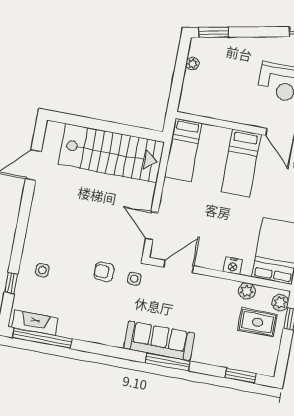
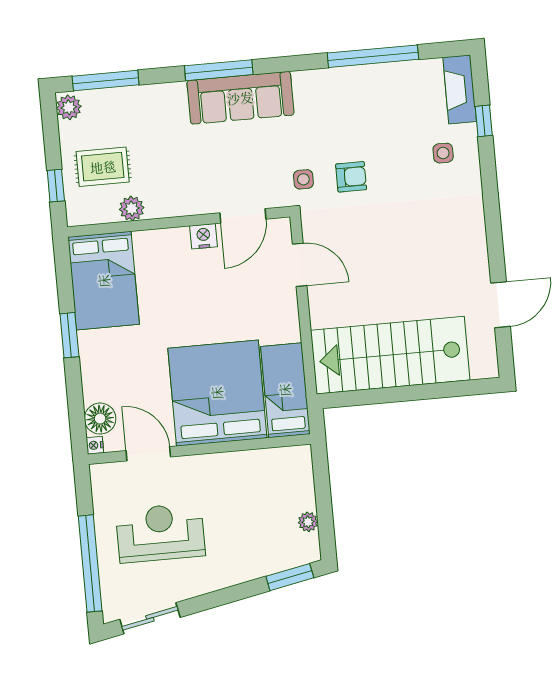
bed: (241, 163) -> (217, 393), width x2.04
nightstand: (233, 266) -> (203, 236), moved
plant: (280, 302) -> (69, 107), moved
fireplace: (35, 323) -> (460, 89), moved, turned 90
window: (42, 338) -> (373, 56), moved
window: (240, 376) -> (106, 81), width x1.44

